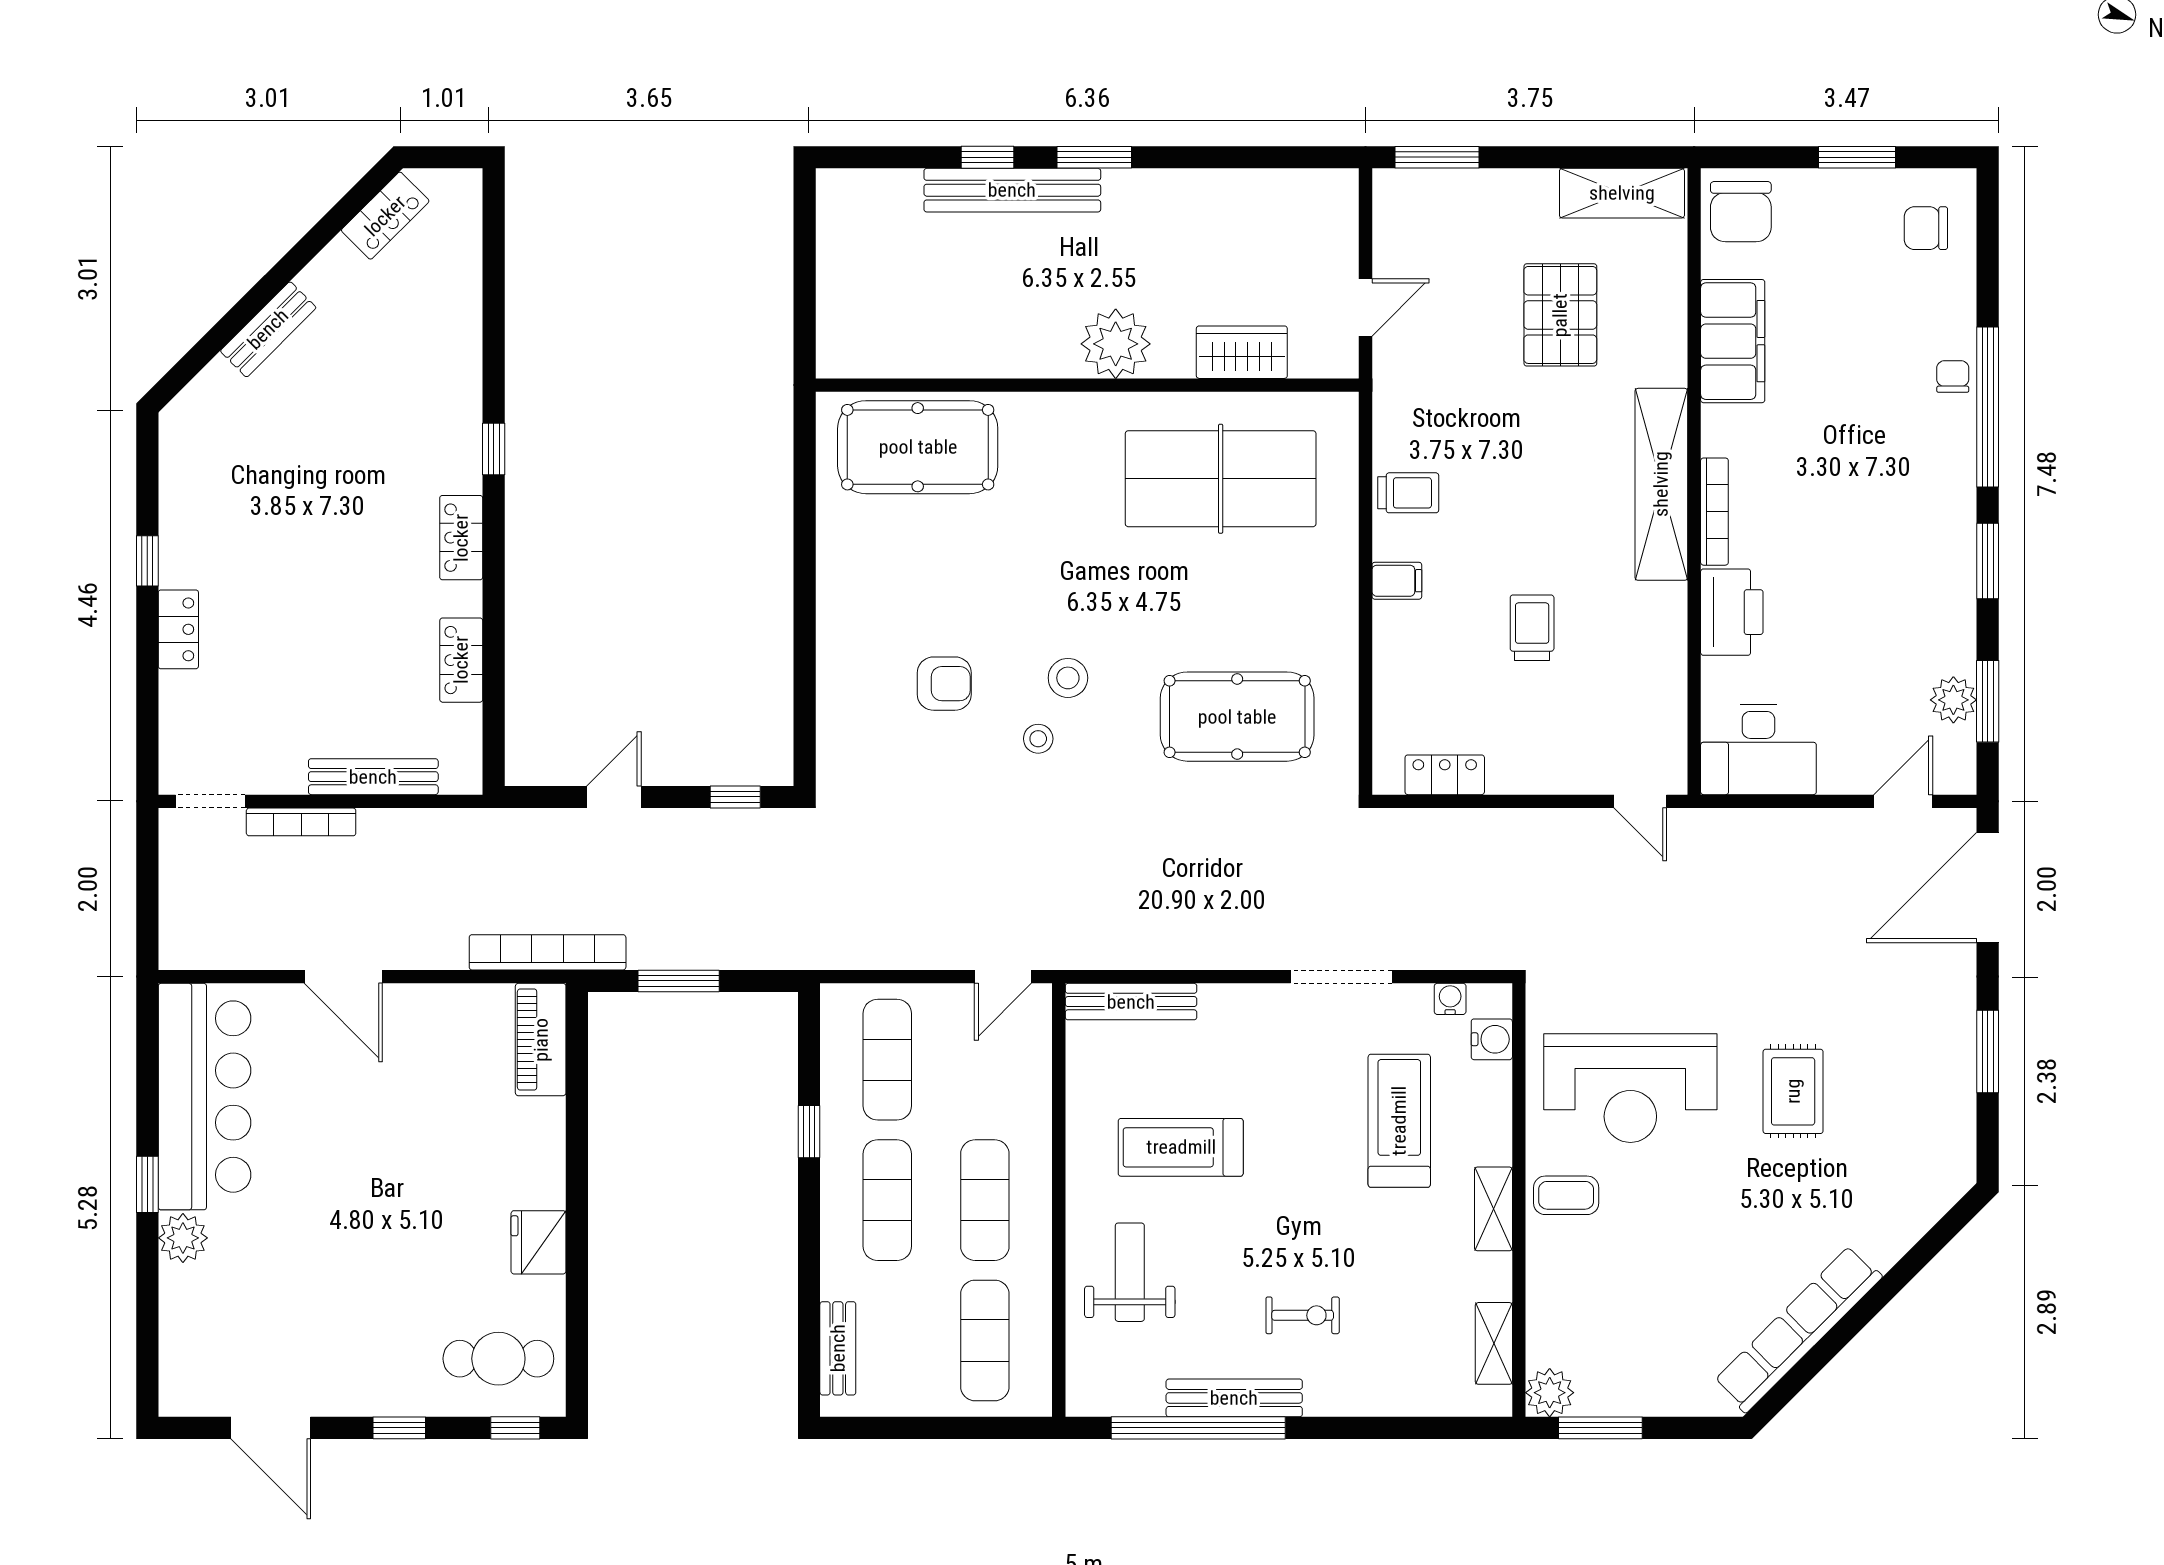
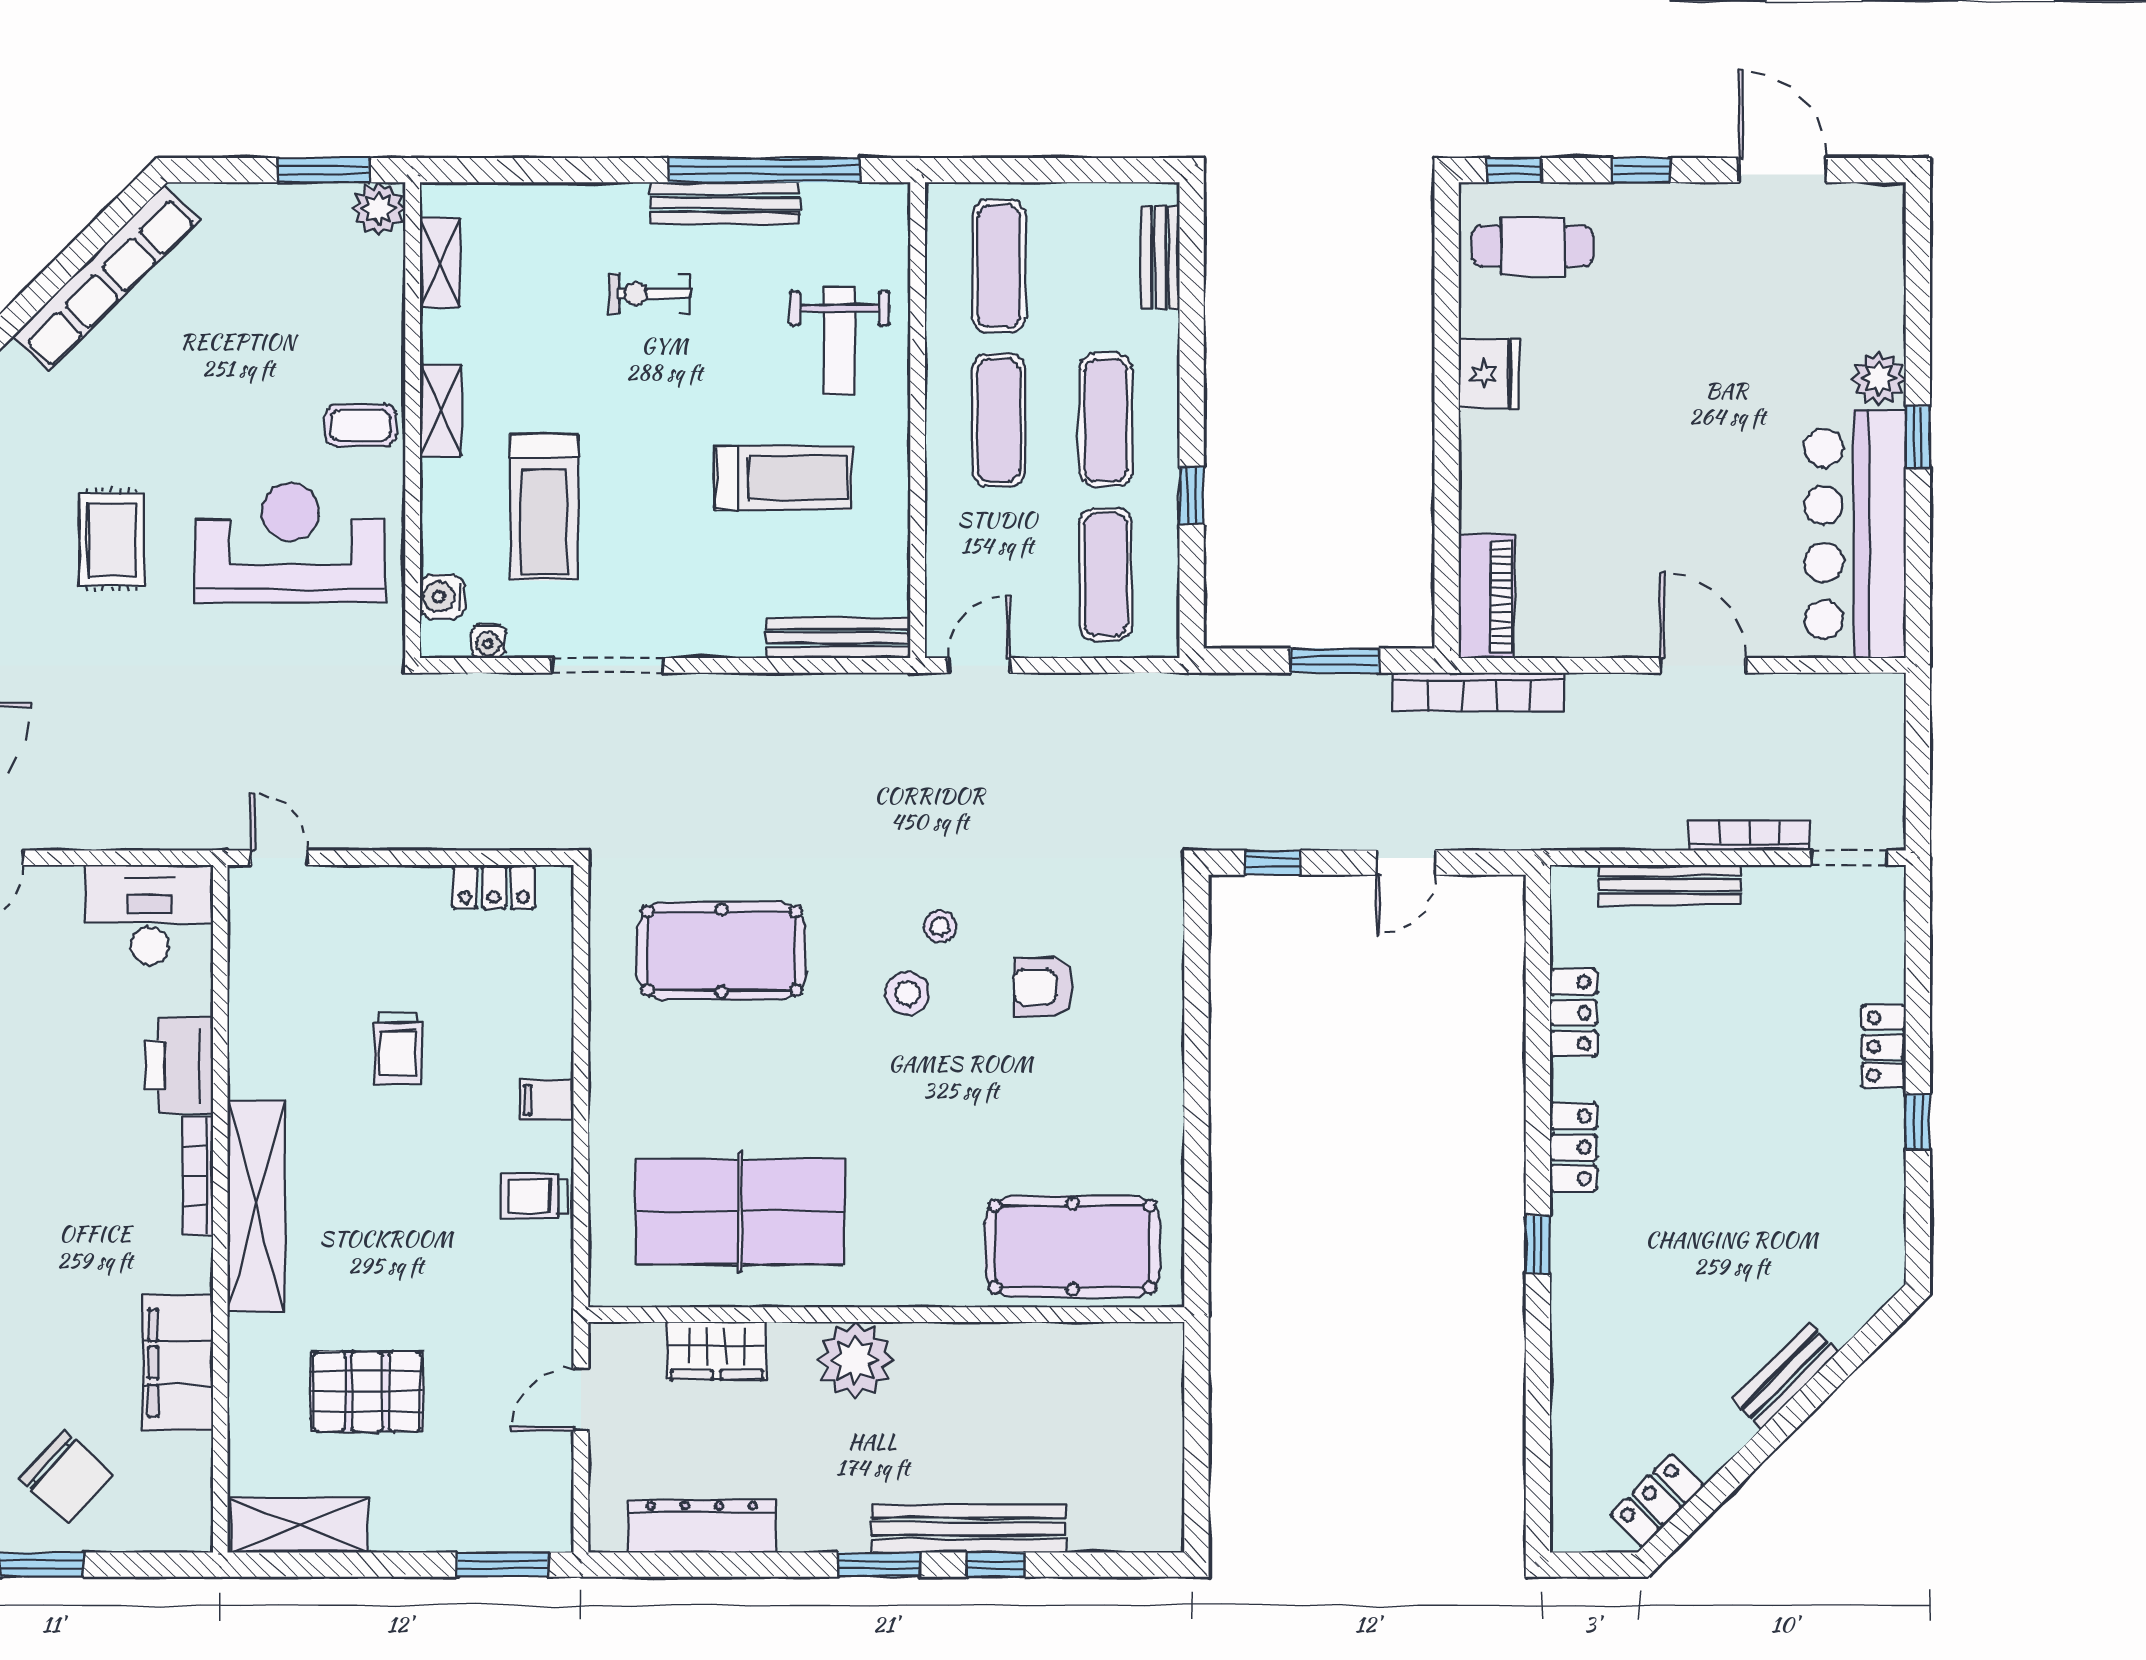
dresser: (1255, 192) -> (702, 1526), added
chair: (1741, 212) -> (66, 1476), moved, turned 132
pallet: (1560, 315) -> (367, 1392), turned 90

